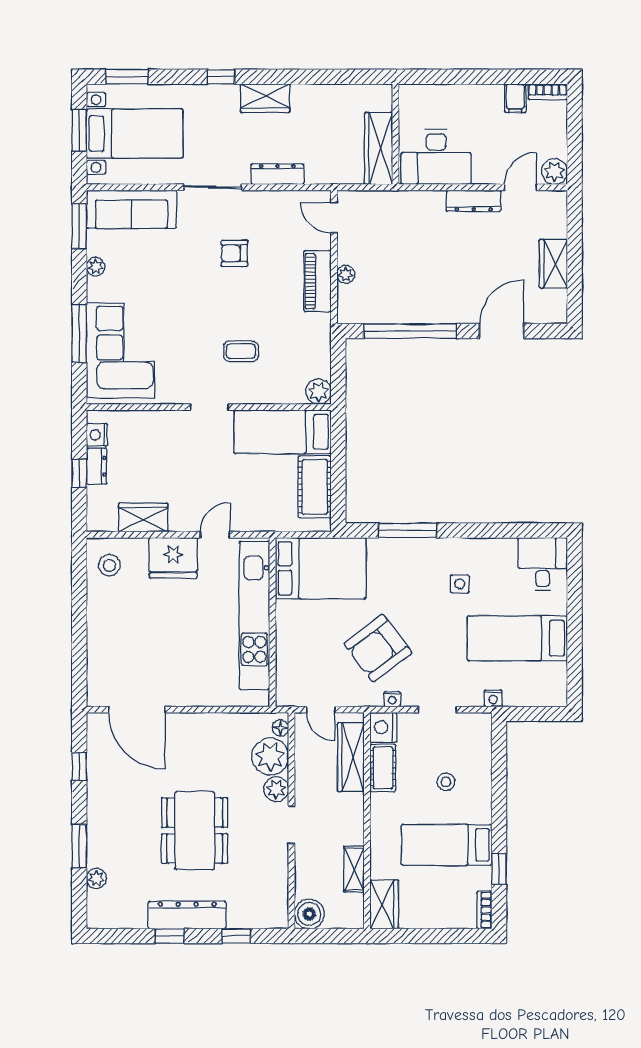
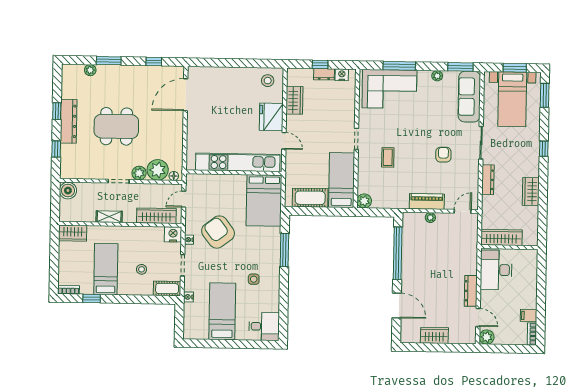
wardrobe: (265, 98) -> (531, 191), moved
cot: (383, 768) -> (167, 289), moved
shelving: (354, 869) -> (109, 217), moved

